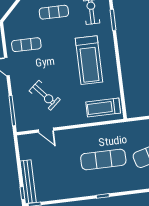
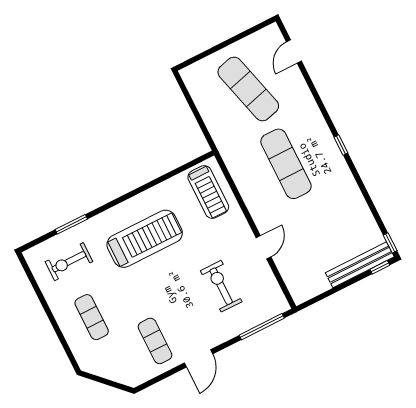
exercise bike: (45, 95) -> (221, 286), turned -49
door: (46, 130) -> (264, 247), moved

